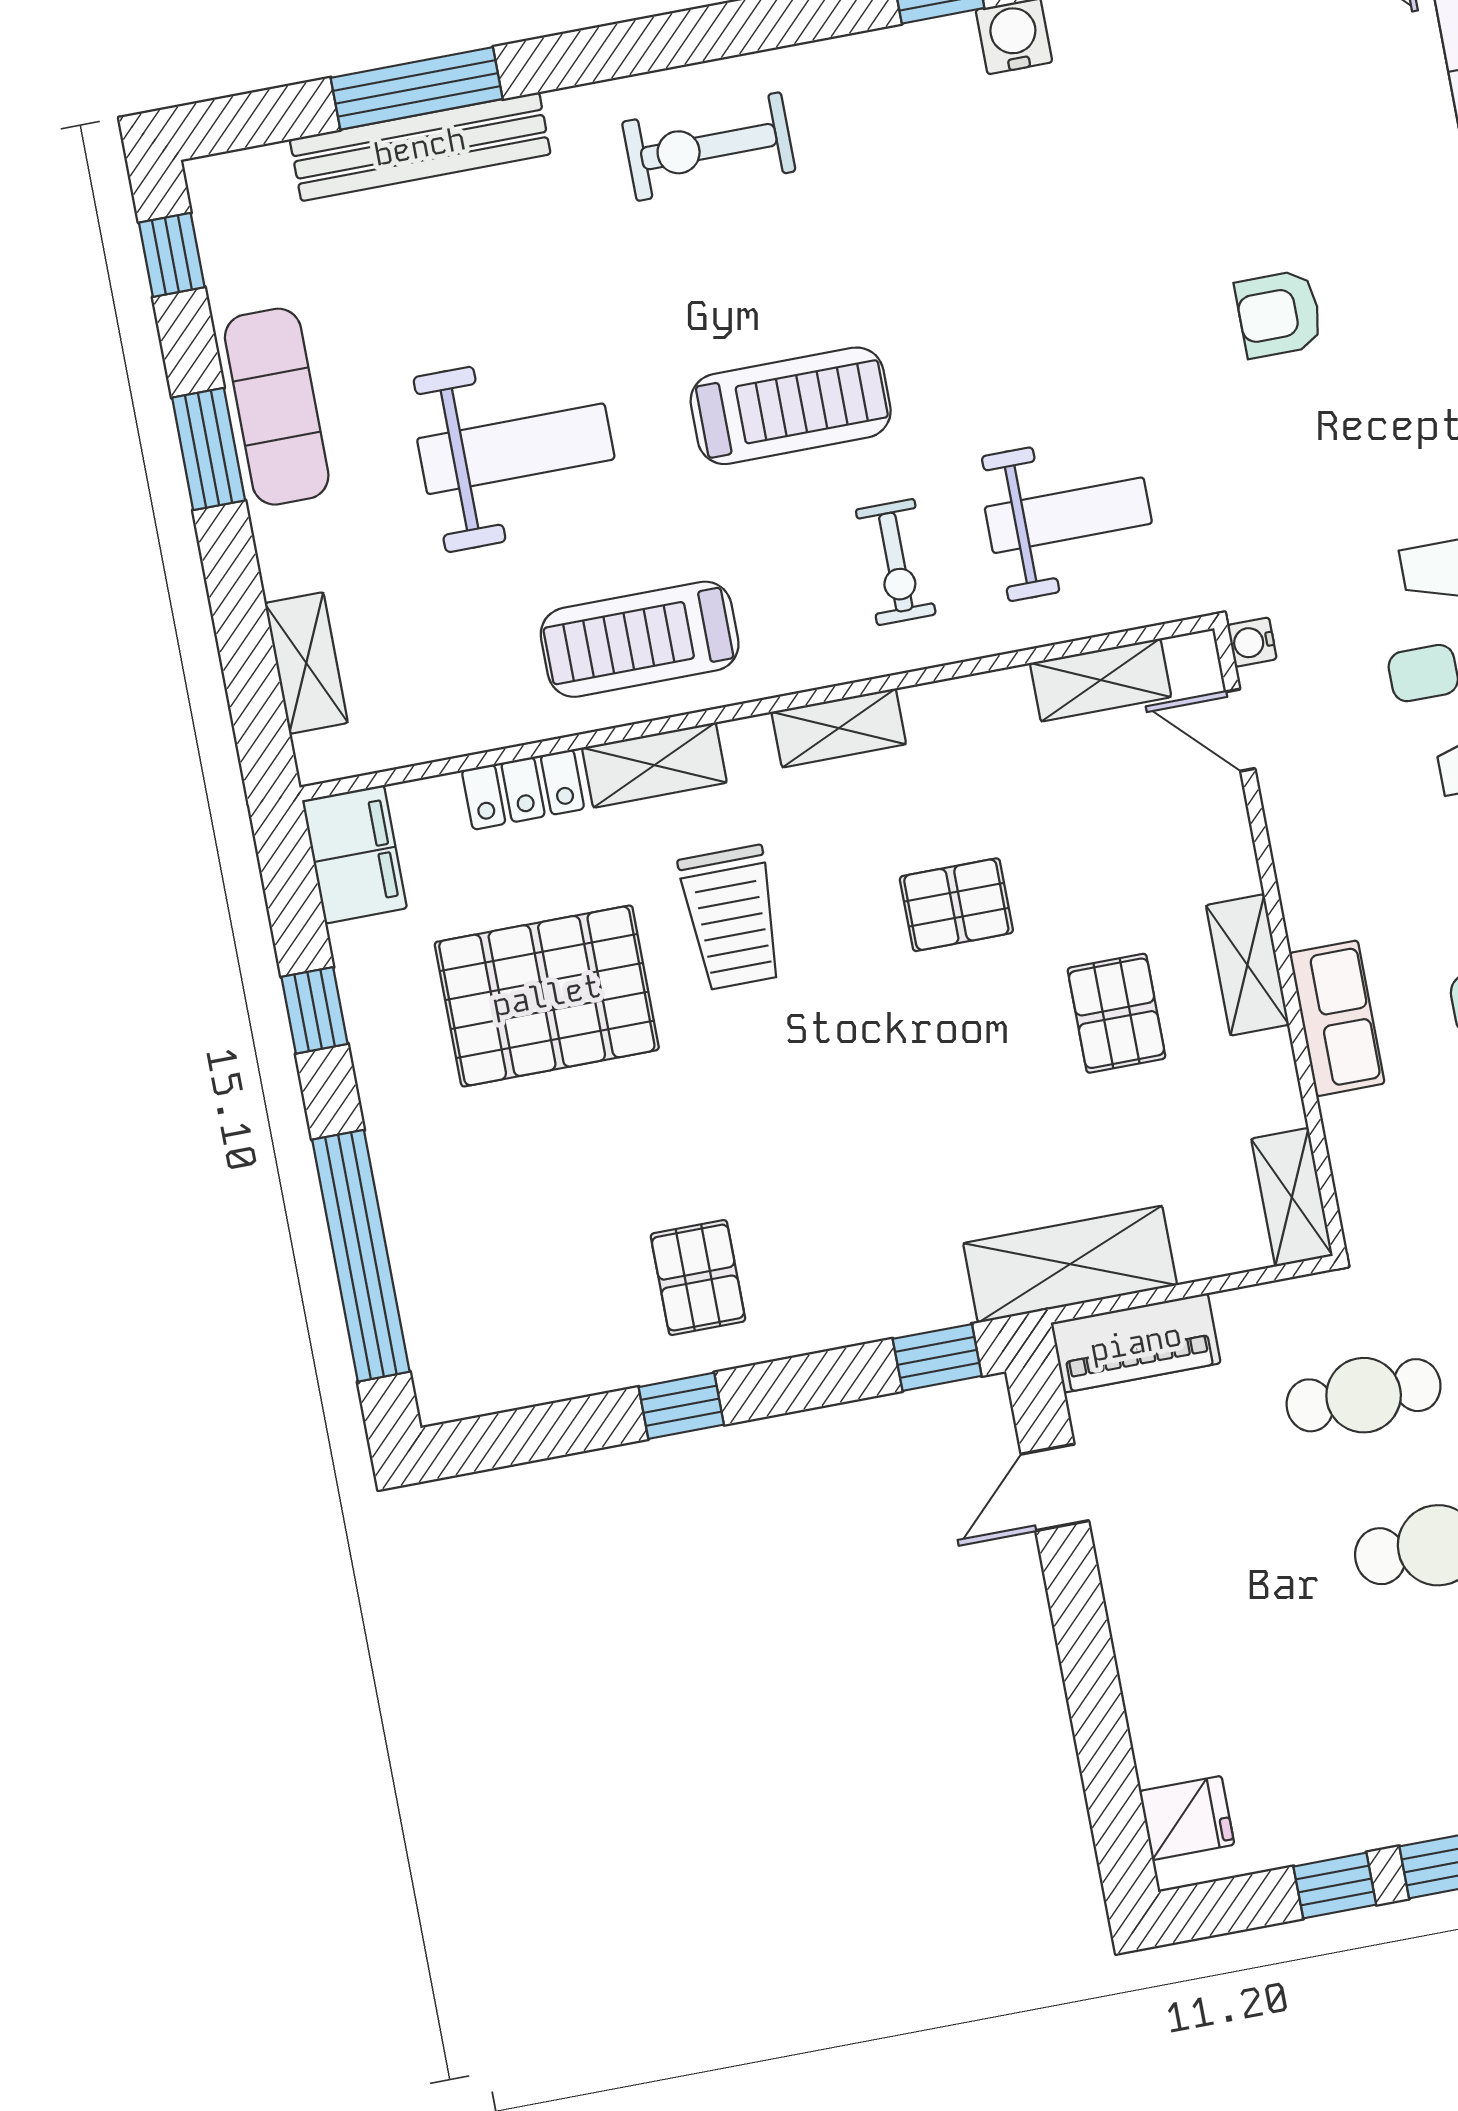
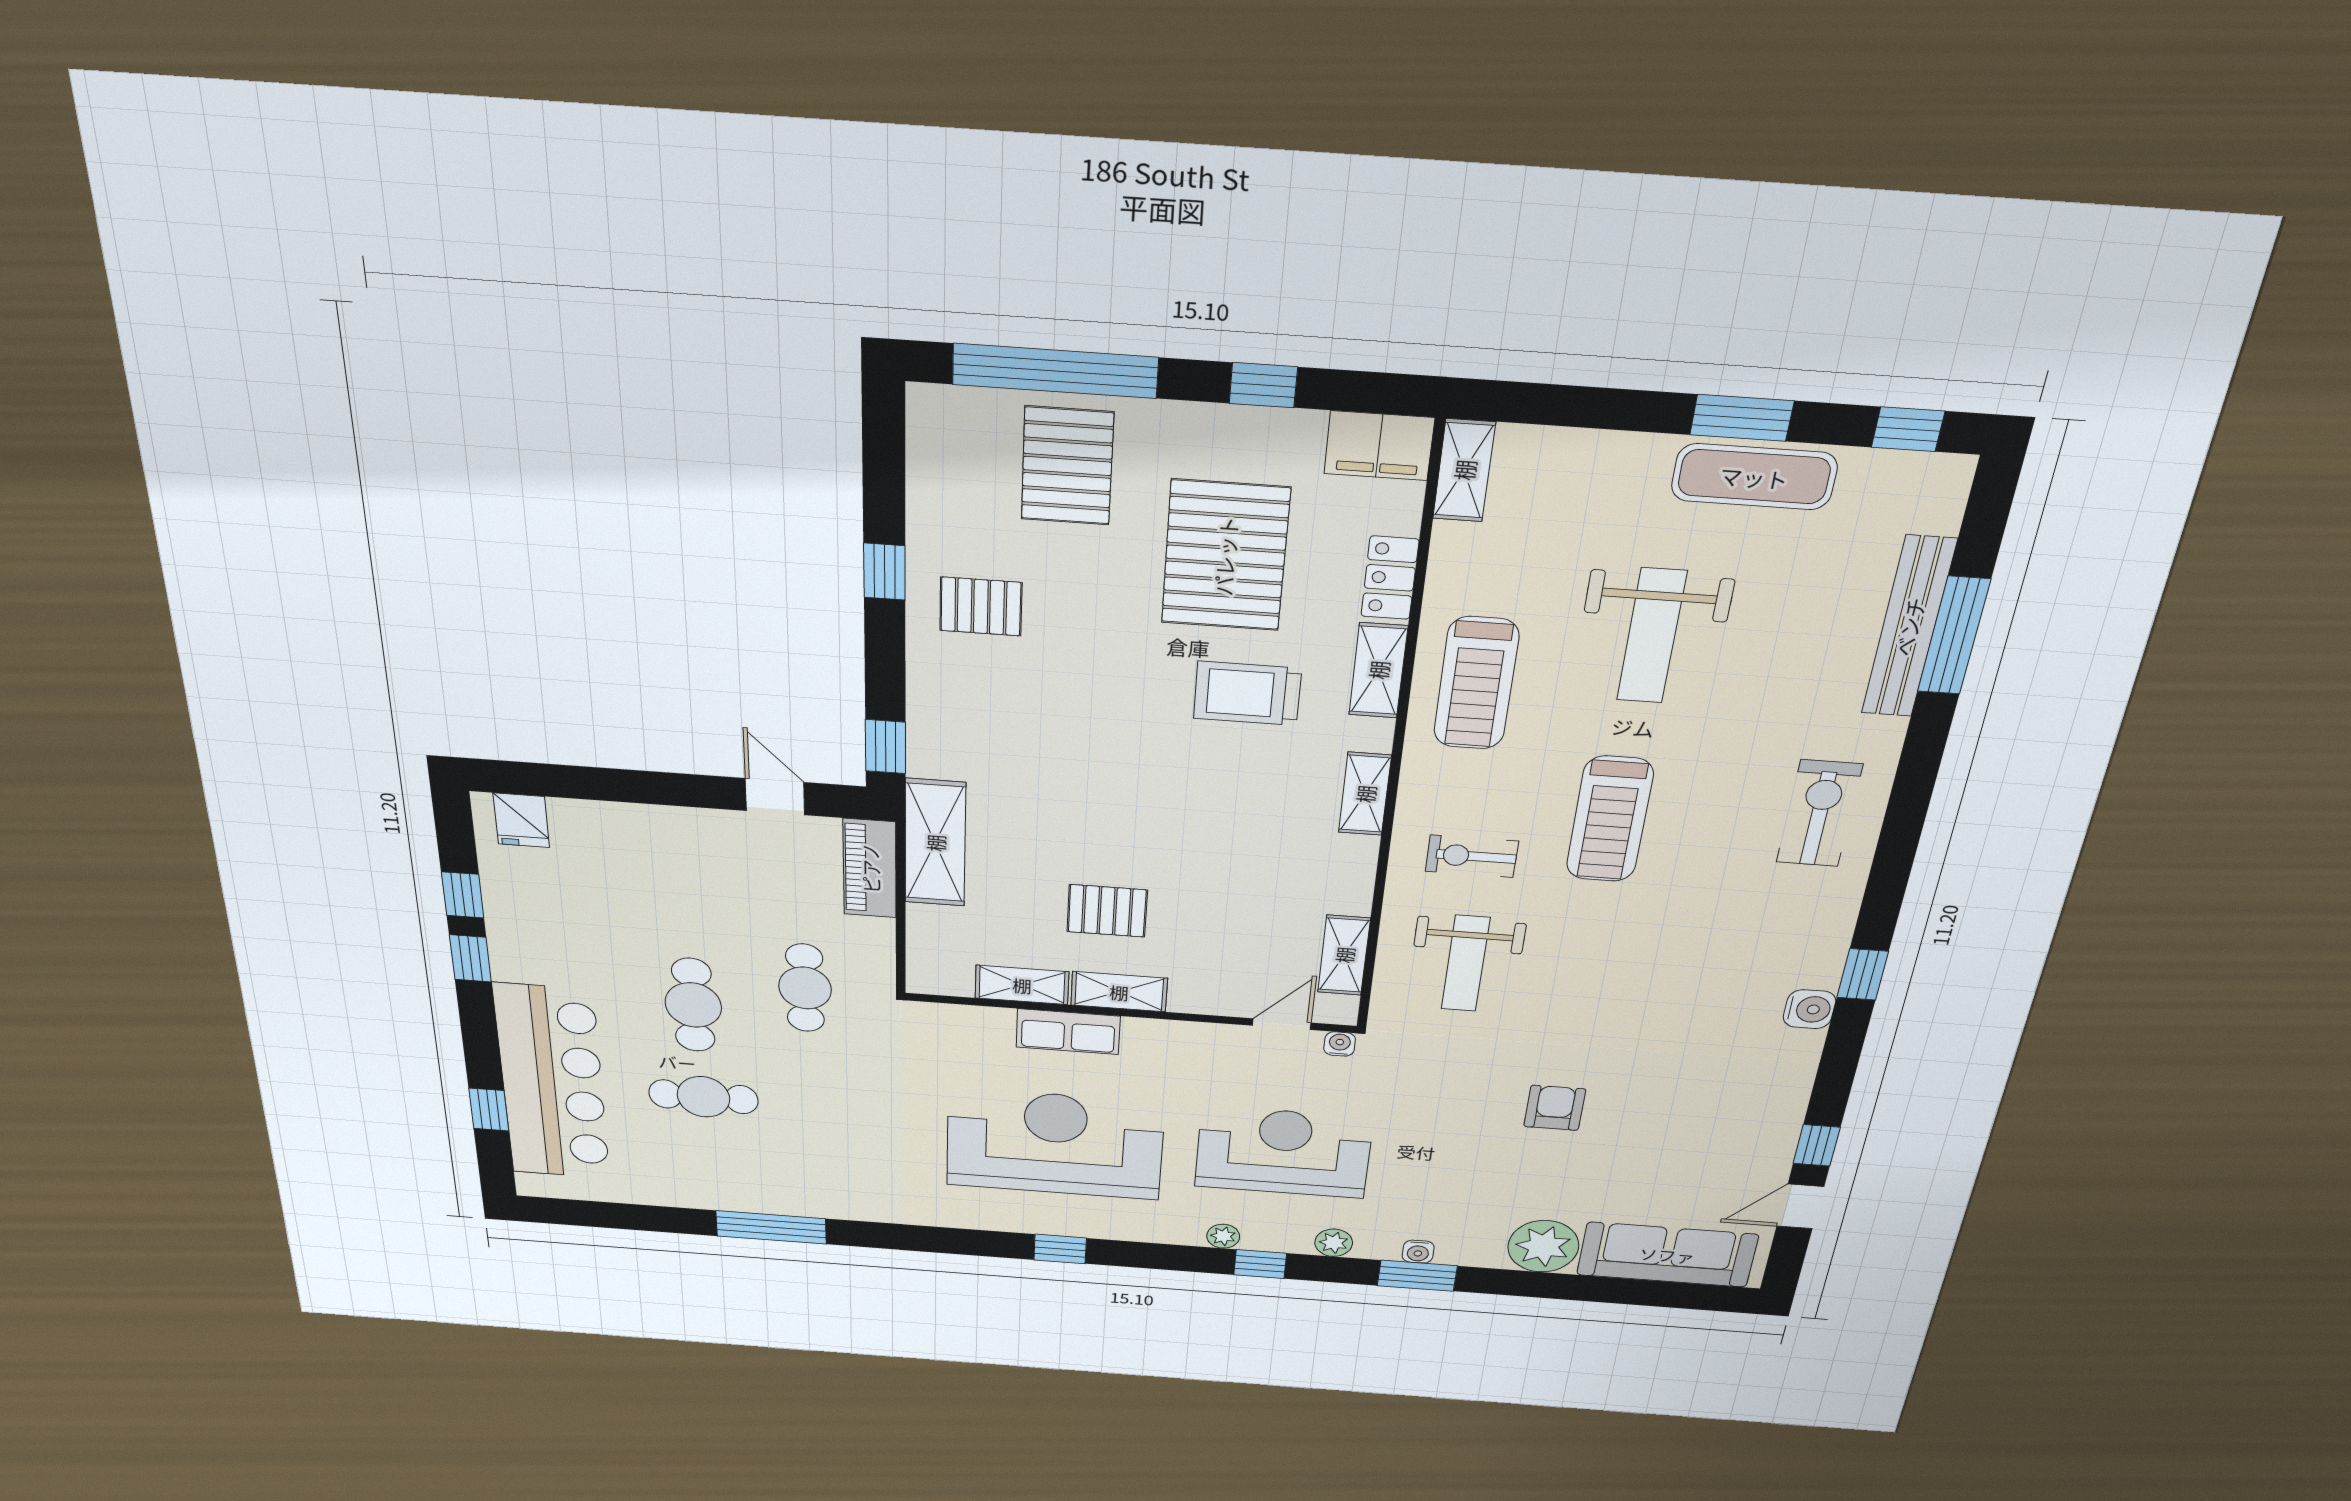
treadmill: (640, 639) -> (1476, 683), turned 180
shelving: (306, 663) -> (1464, 470), moved, turned 90
pallet: (956, 905) -> (1067, 466), moved, width x1.50, depth x1.42
shelving: (1292, 1197) -> (1022, 985), moved

